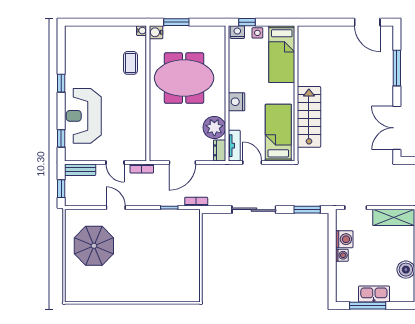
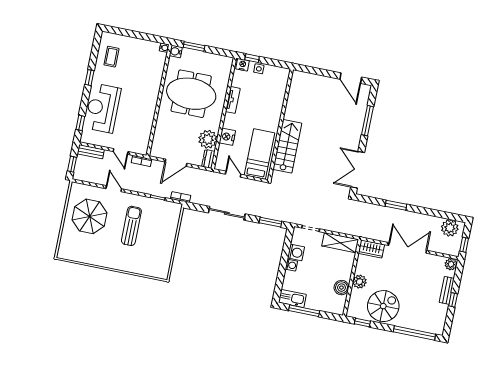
bed: (282, 54) -> (275, 90), removed
coffee table: (131, 63) -> (111, 57), moved
nightstand: (237, 102) -> (227, 137), moved
tv unit: (234, 146) -> (233, 100), moved
sun lounger: (145, 247) -> (131, 226), added
kitchen sink: (374, 294) -> (292, 298), moved

